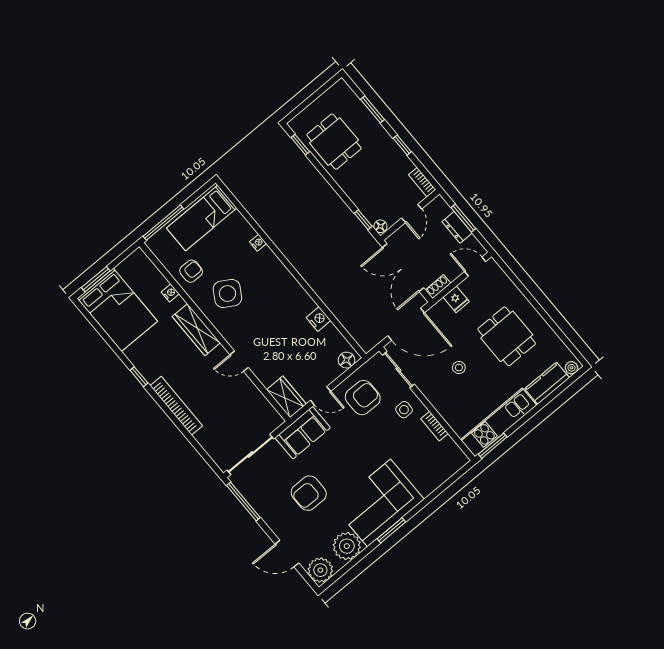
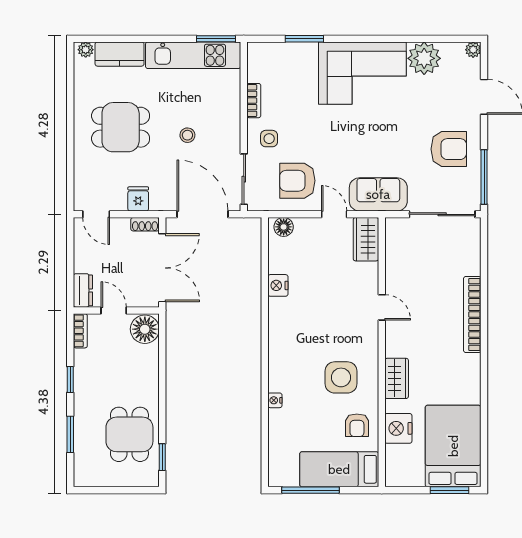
door: (412, 214) -> (114, 310), hinge flipped
bed: (202, 218) -> (339, 469), moved, turned 180
window: (463, 218) -> (70, 267), removed
window: (363, 220) -> (162, 341), removed
window: (163, 223) -> (310, 490), moved
floor lamp: (380, 226) -> (145, 329), width x1.89, depth x1.89
dresser: (457, 227) -> (83, 290), moved
armchair: (191, 271) -> (357, 425), turned -90
nightstand: (170, 293) -> (398, 428), width x1.89, depth x1.79
side table: (227, 294) -> (341, 377), turned -31
wardrobe: (196, 330) -> (397, 378), width x0.67
dining table: (507, 336) -> (121, 127), turned 90
window: (139, 377) -> (484, 369), removed
armchair: (309, 493) -> (449, 149), moved
window: (391, 530) -> (304, 39), moved
plant: (320, 570) -> (473, 50), width x0.53, depth x0.53

